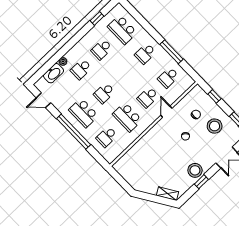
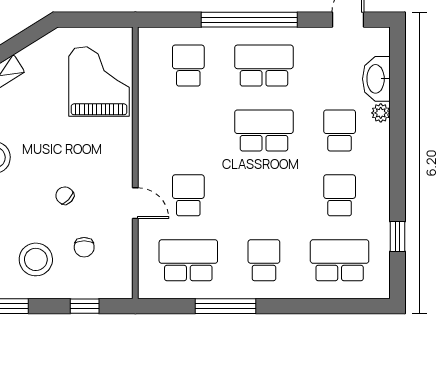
school desk: (168, 78) -> (188, 260), width x1.85
school desk: (104, 93) -> (264, 130), width x1.85
school desk: (127, 117) -> (188, 130), removed
grand piano: (139, 160) -> (99, 81), added

